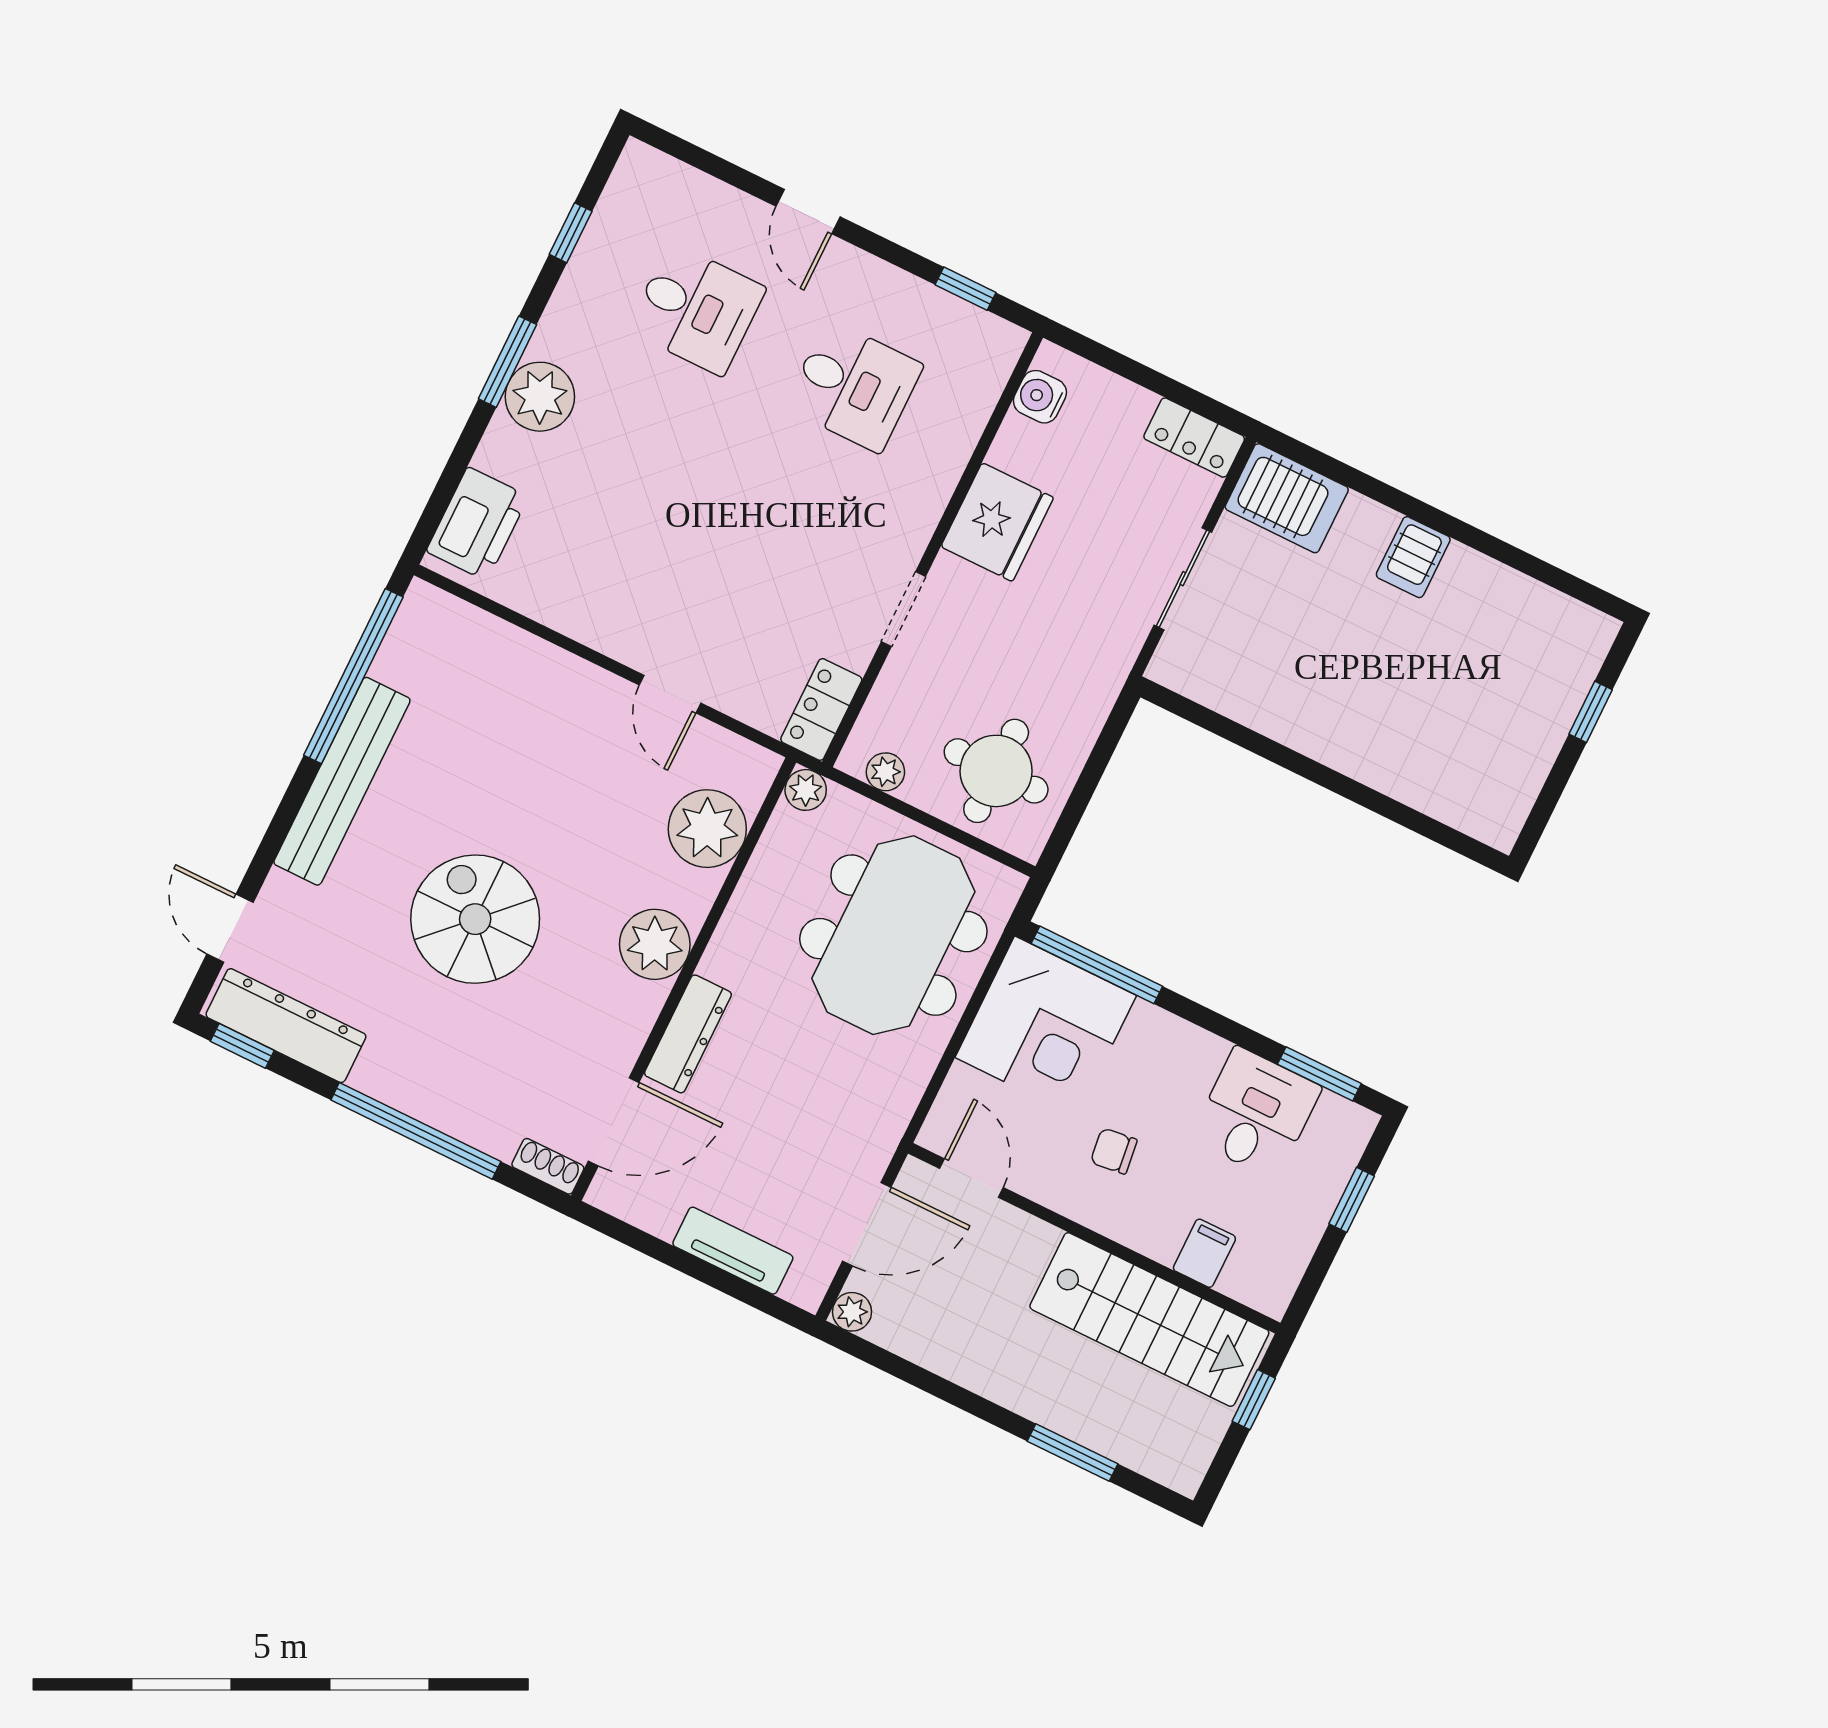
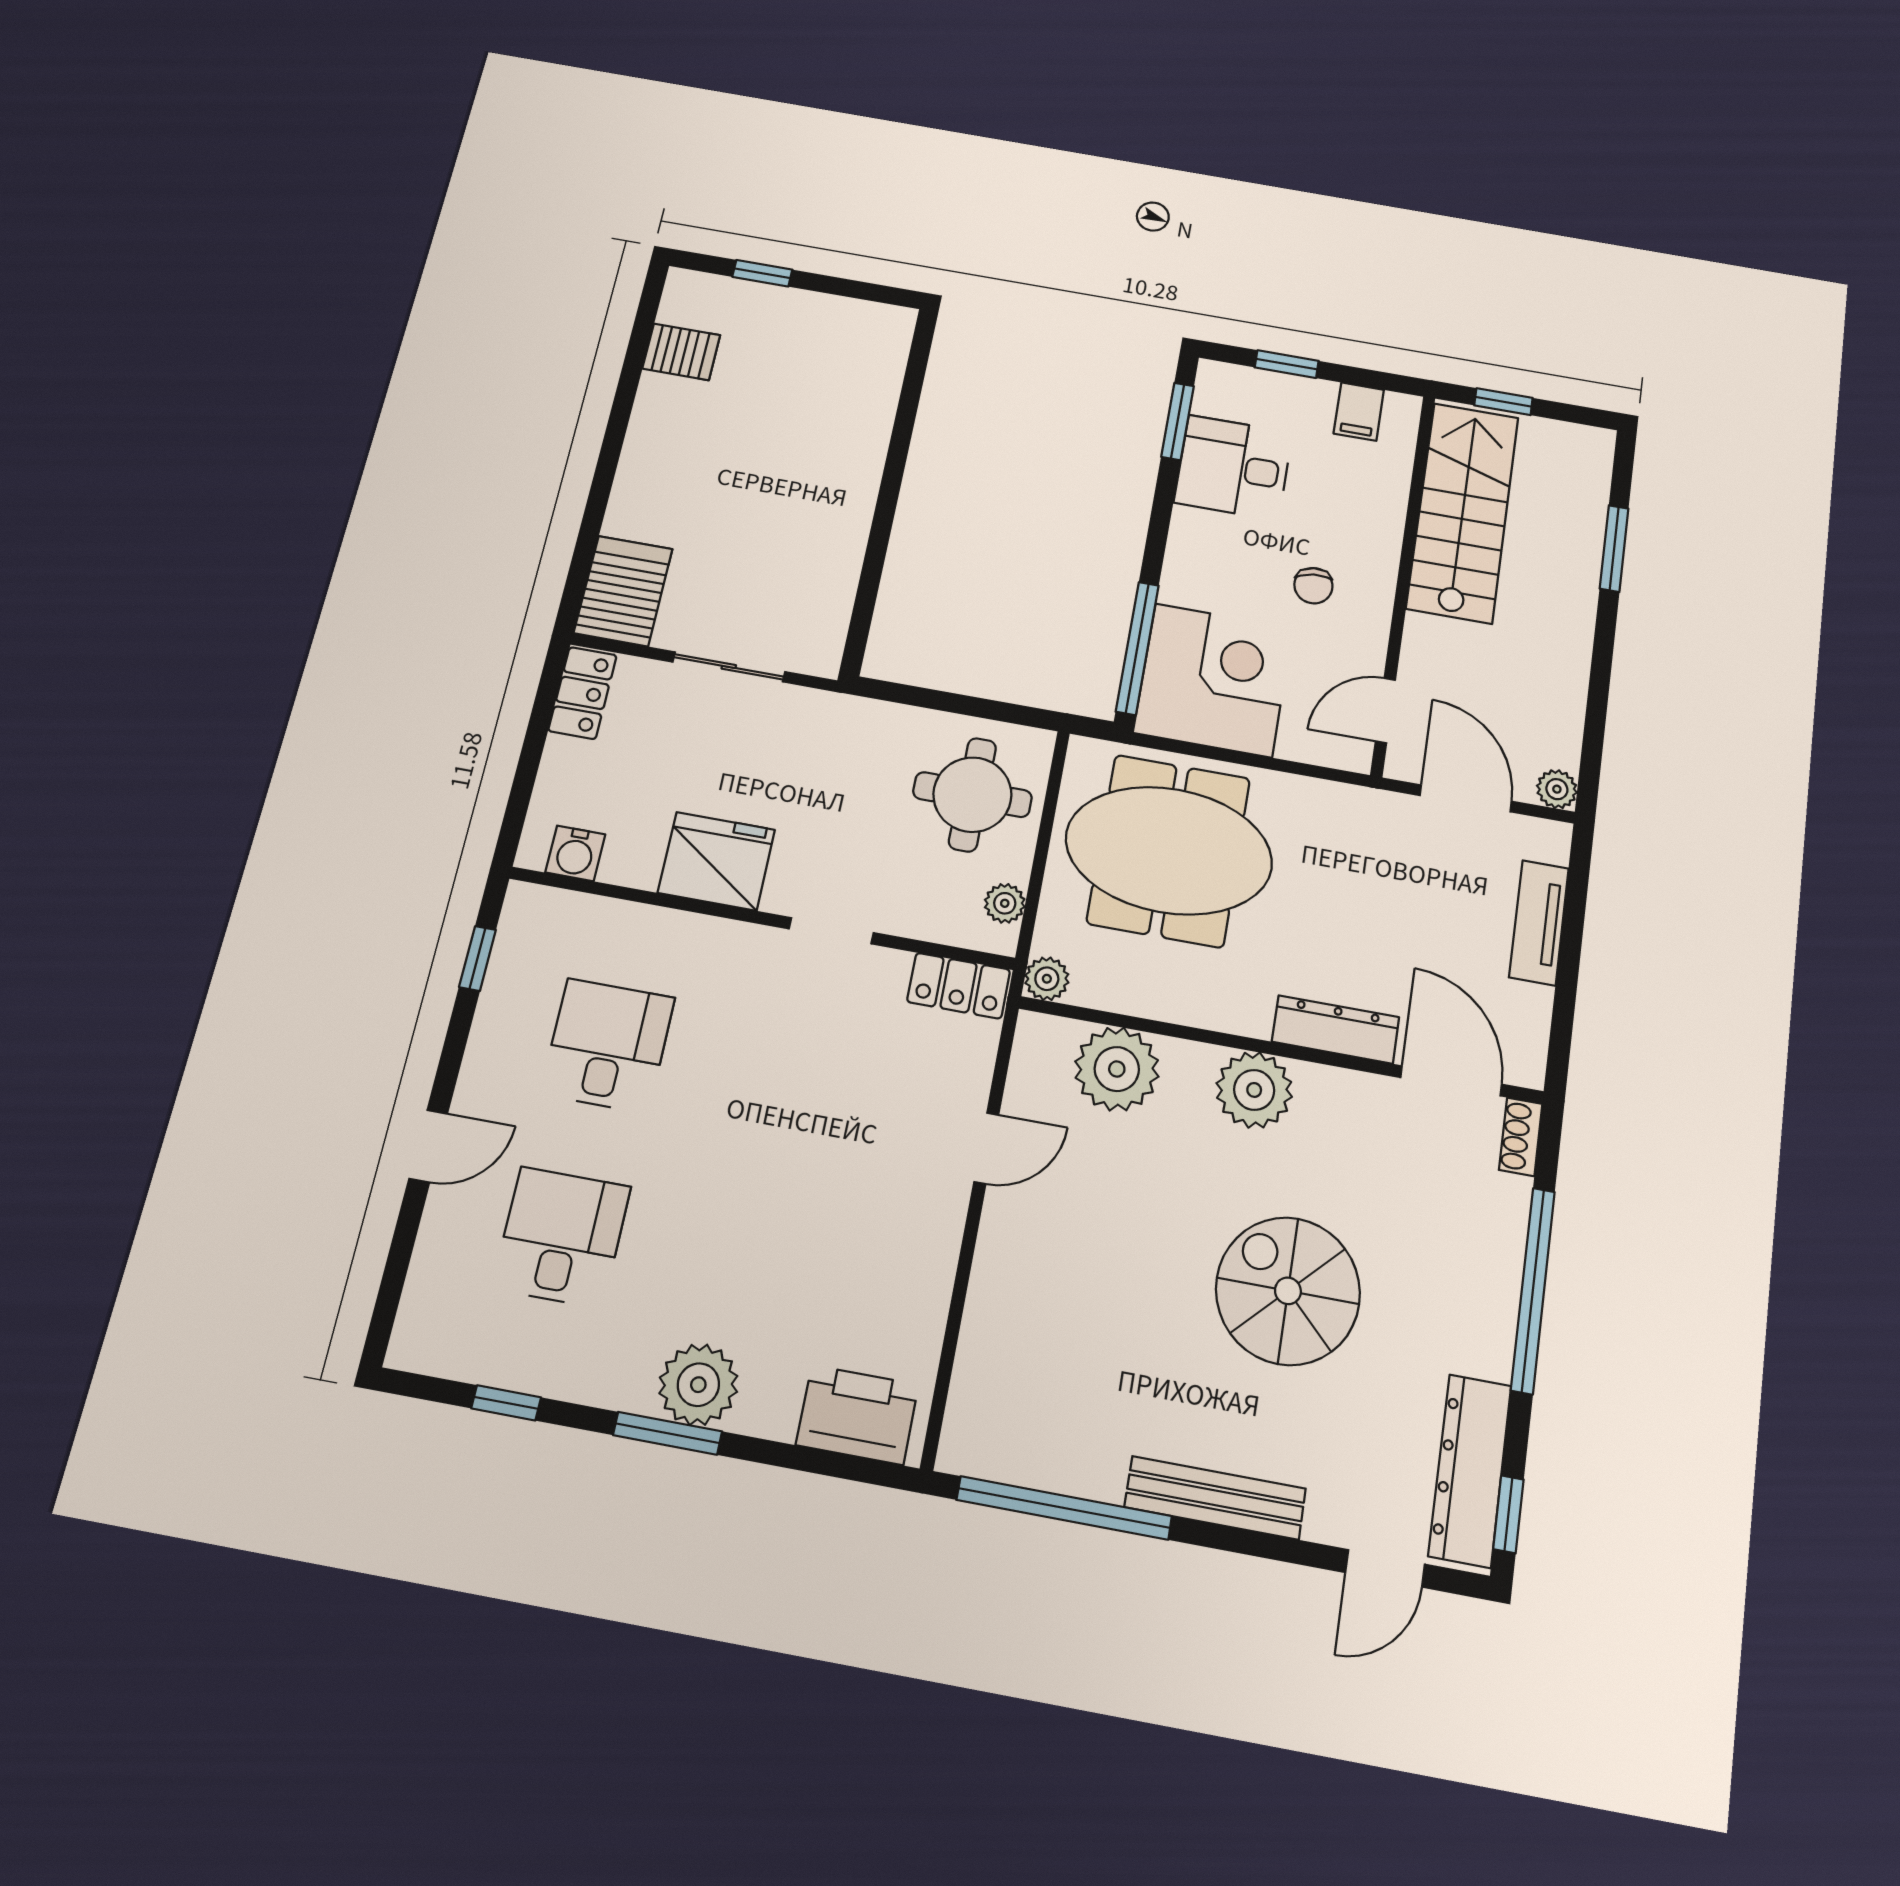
server rack: (1413, 557) -> (681, 352), moved
bench: (342, 781) -> (1215, 1498), width x0.73, depth x0.82
spiral stairs: (475, 919) -> (1288, 1291), turned 90
filing cabinet: (1204, 1253) -> (1359, 412), moved, turned -90

